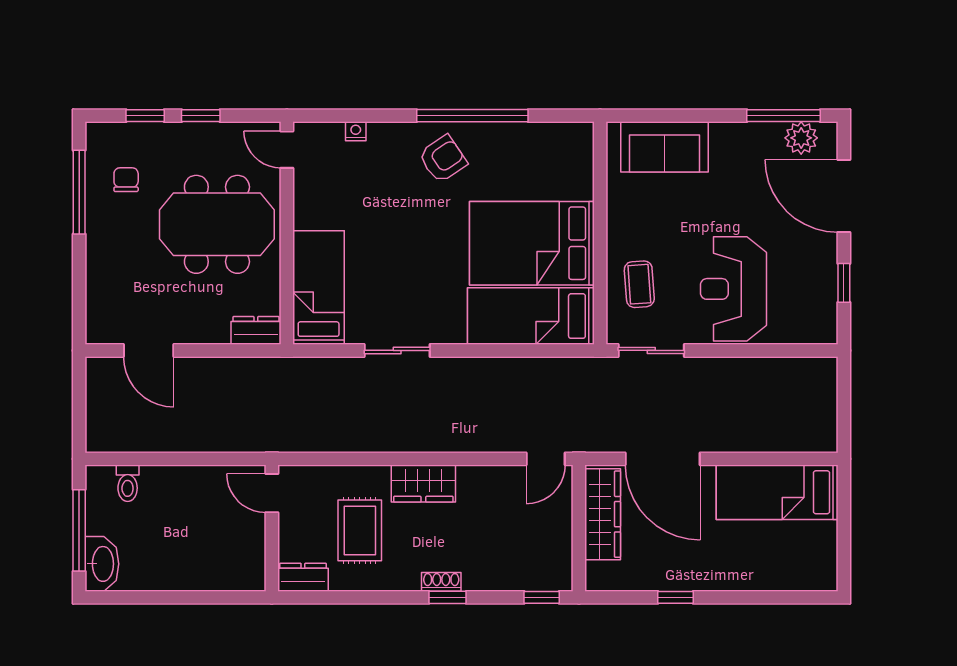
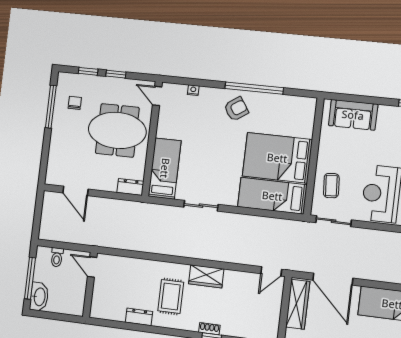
door: (272, 493) -> (92, 267), moved
wall: (272, 528) -> (90, 285), moved

